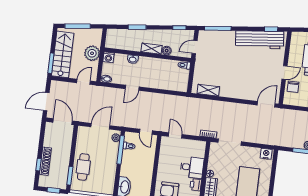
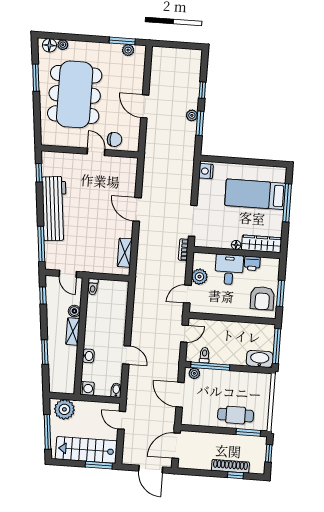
workbench: (260, 40) -> (55, 209), moved
plant: (92, 53) -> (64, 409), moved
door: (266, 104) -> (137, 209), moved
plant: (188, 145) -> (199, 277), added

